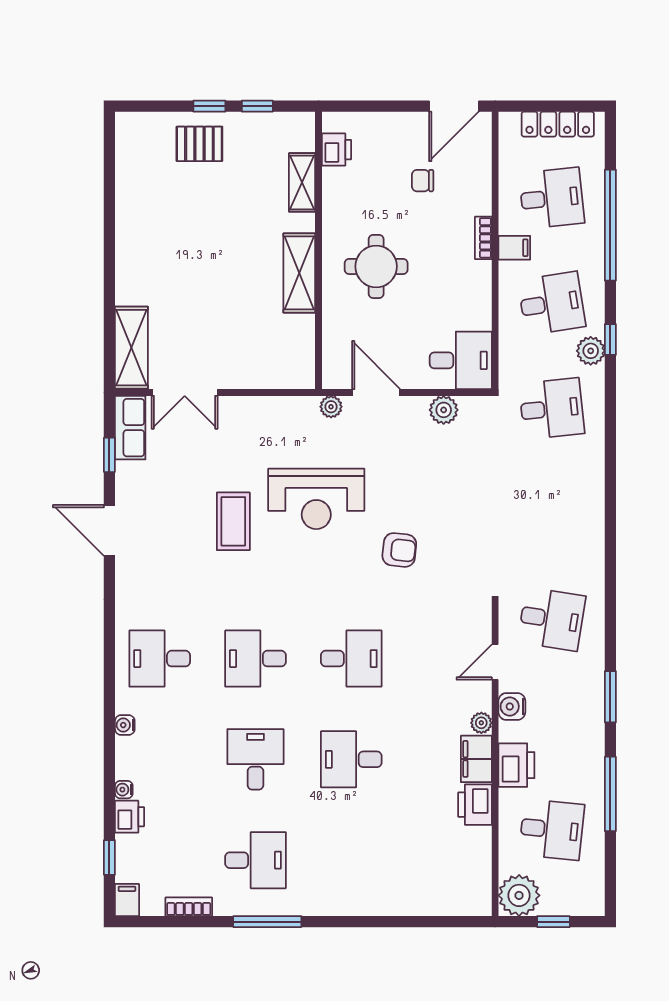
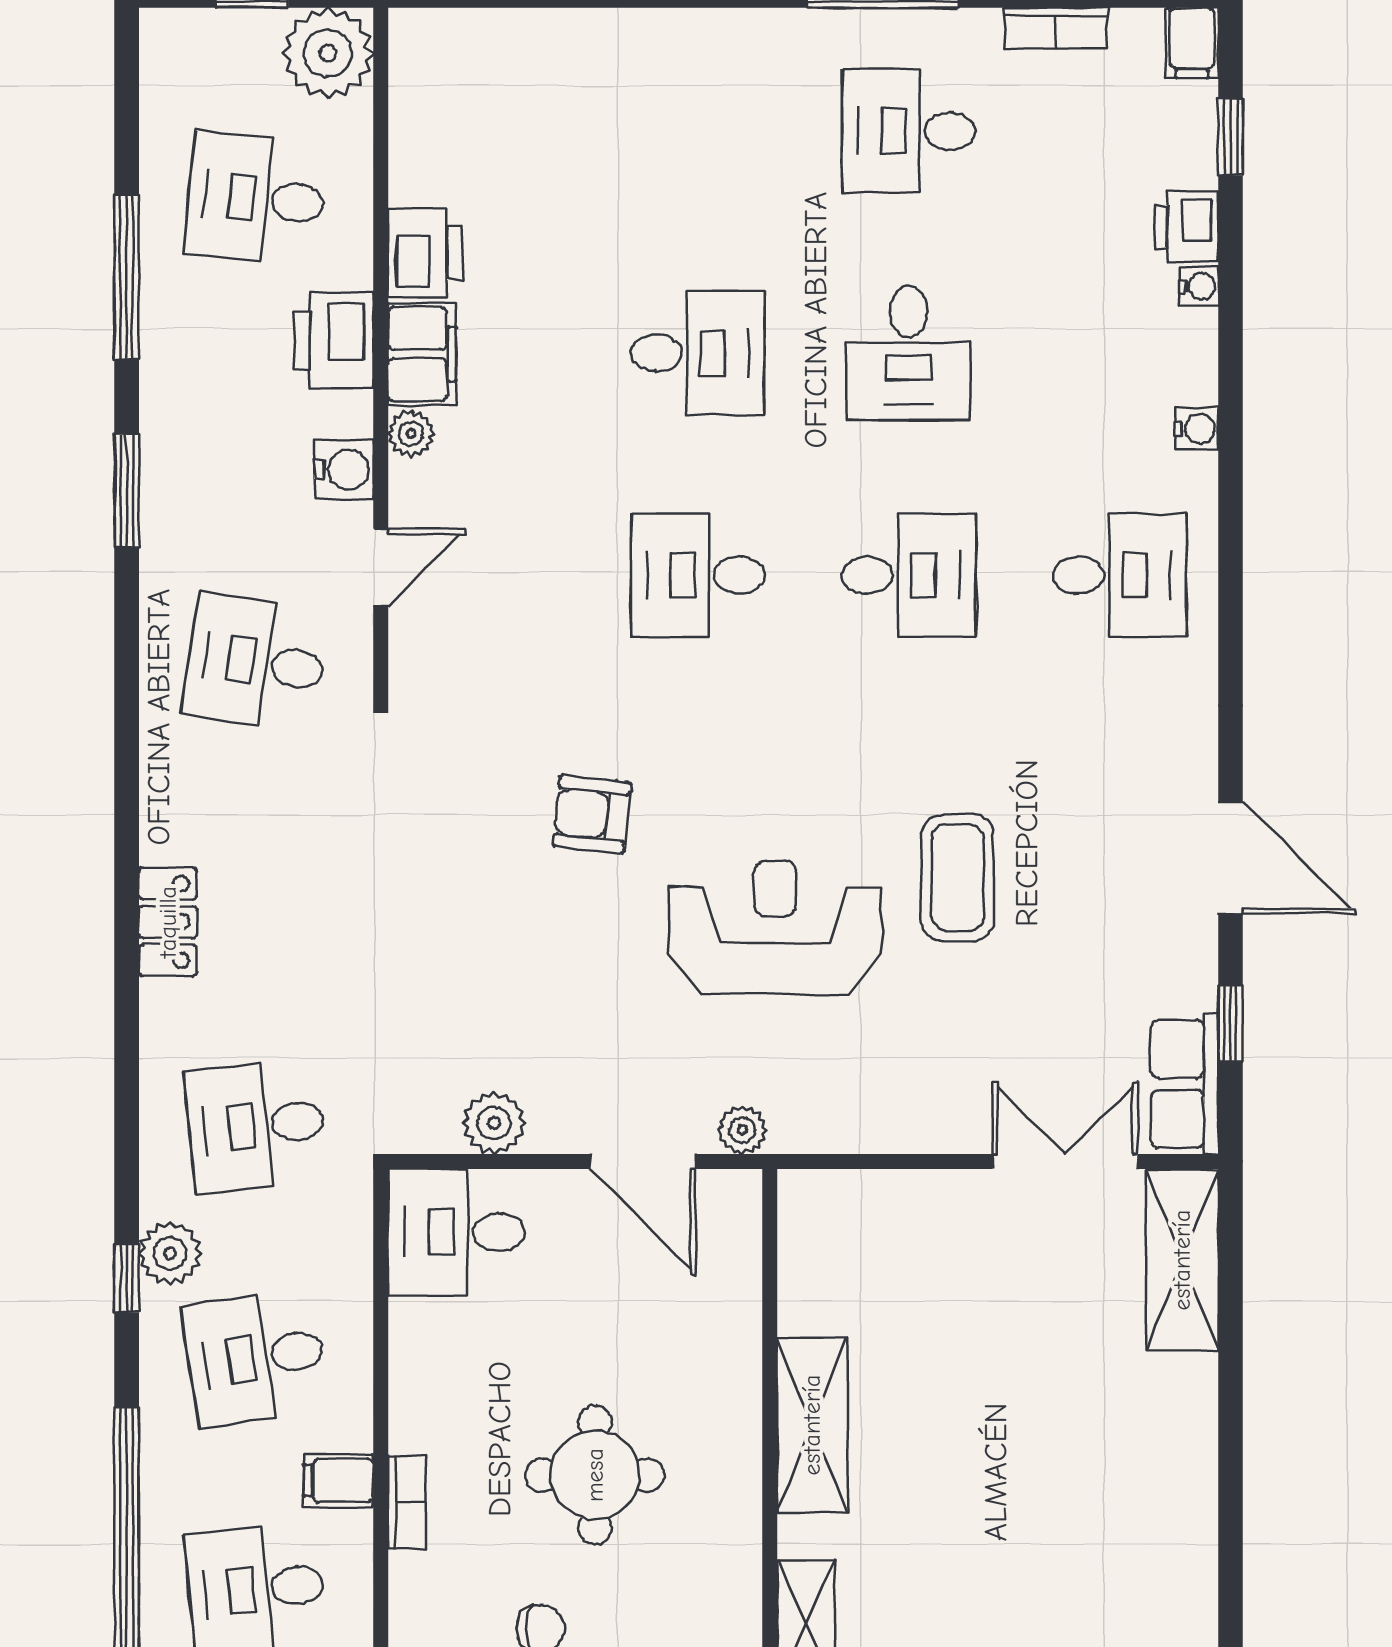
round table: (376, 266) -> (595, 1475), moved
locker: (592, 501) -> (168, 922), added

